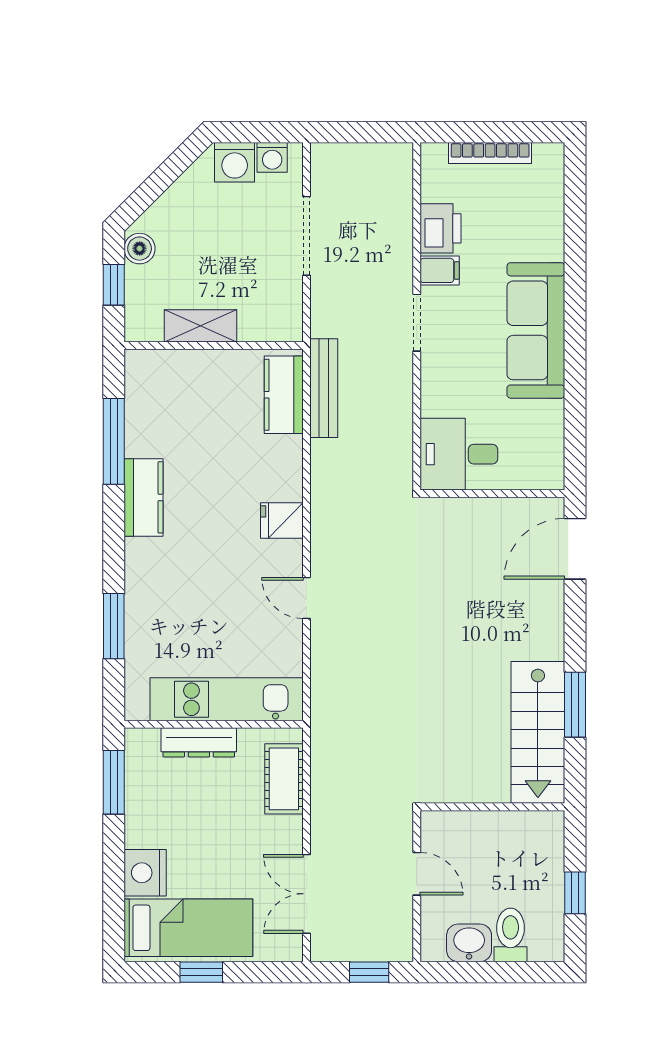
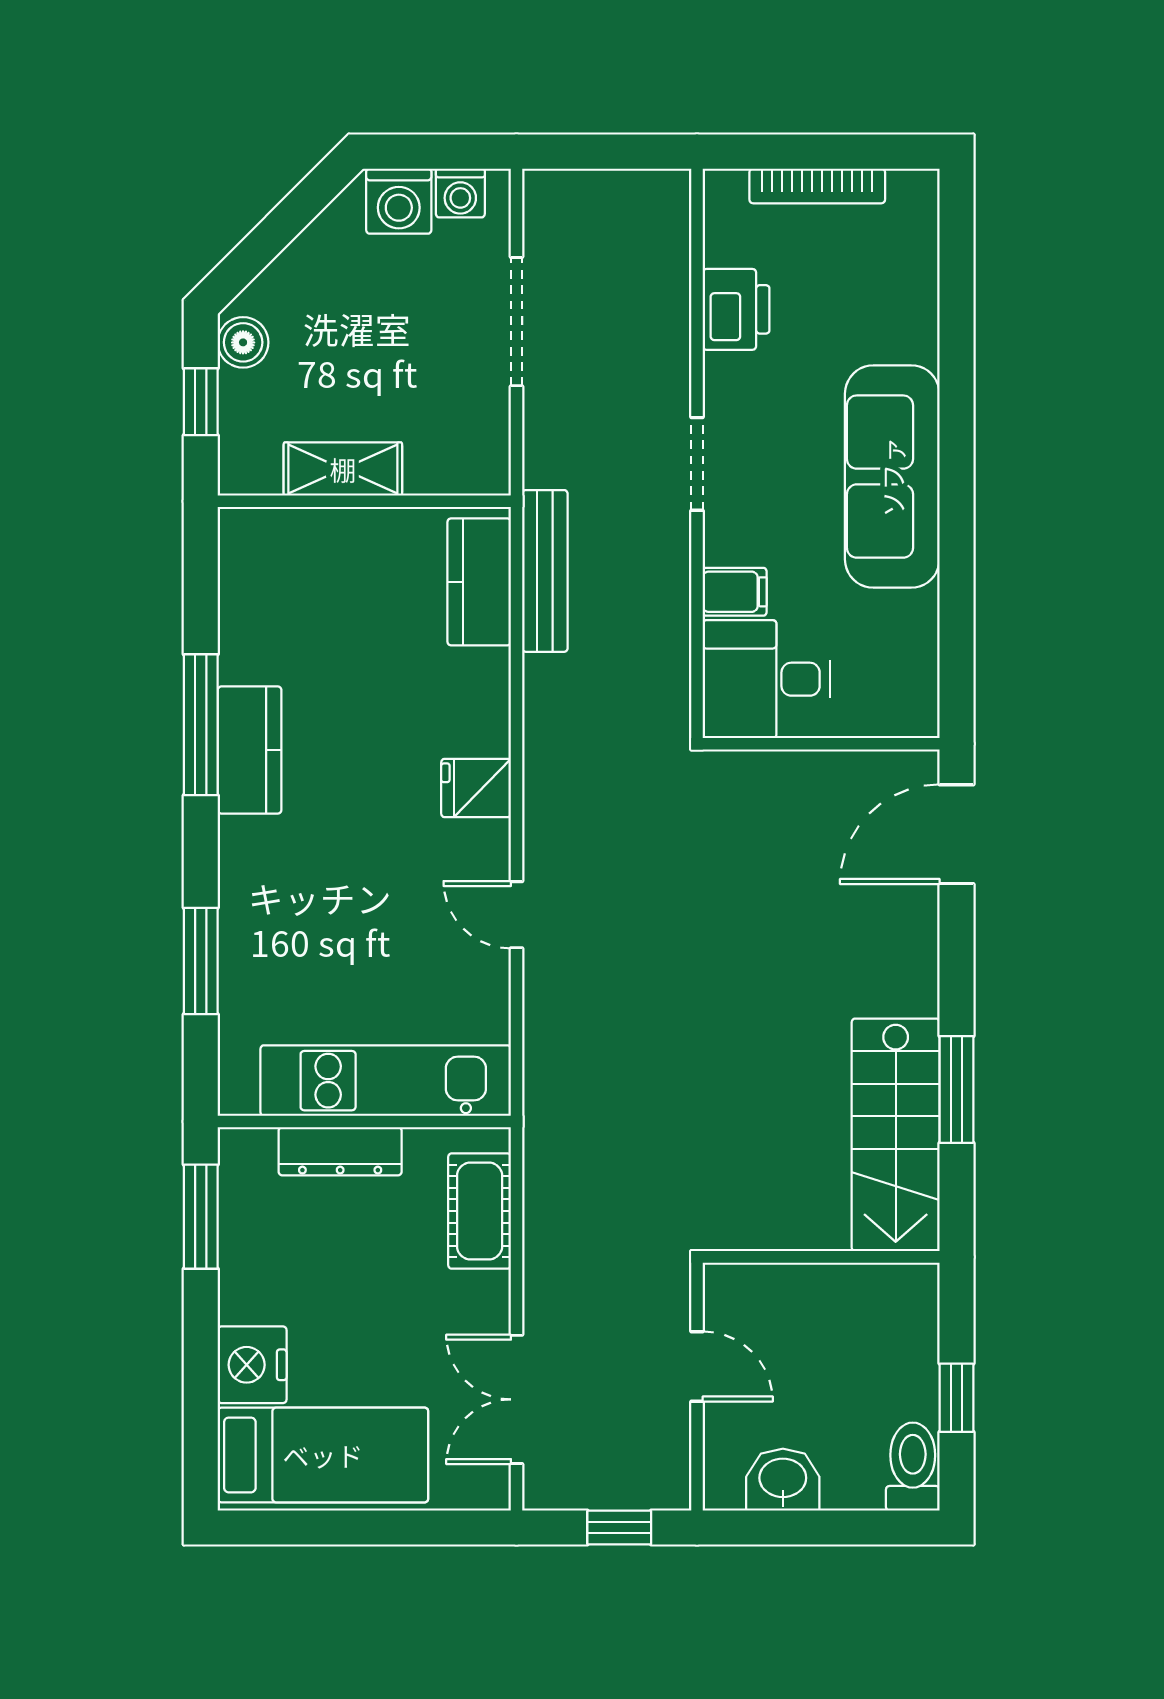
filing cabinet: (440, 270) -> (735, 592), moved
window: (114, 441) -> (201, 725), moved
toilet: (511, 935) -> (913, 1467), moved
window: (201, 972) -> (344, 1528), removed

